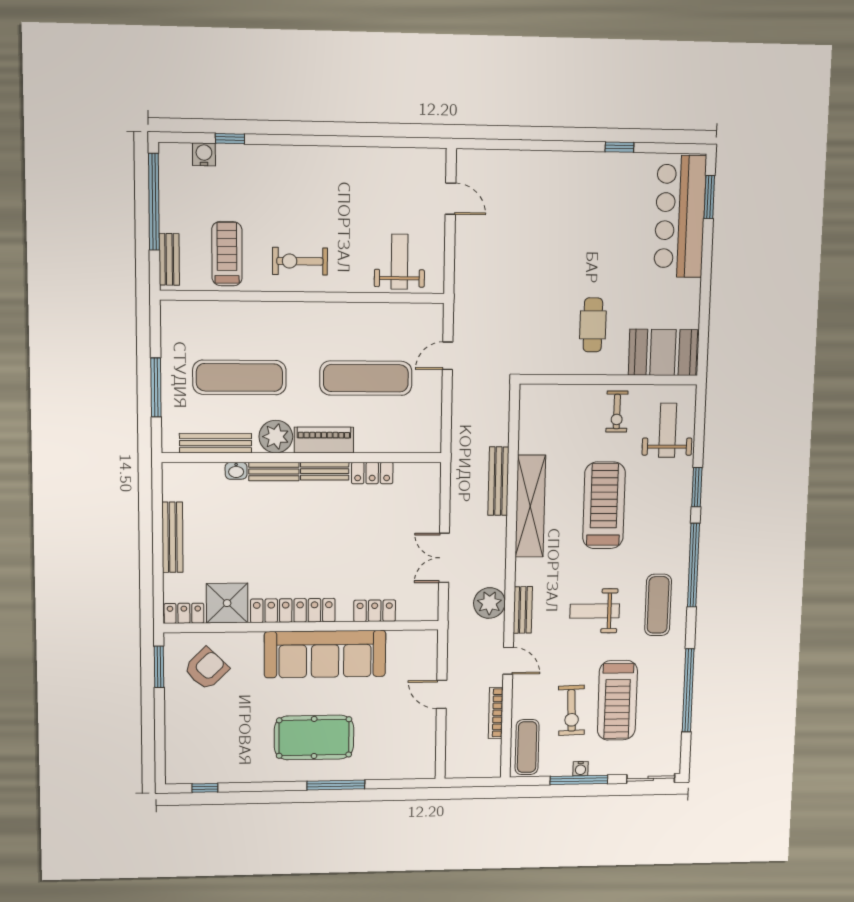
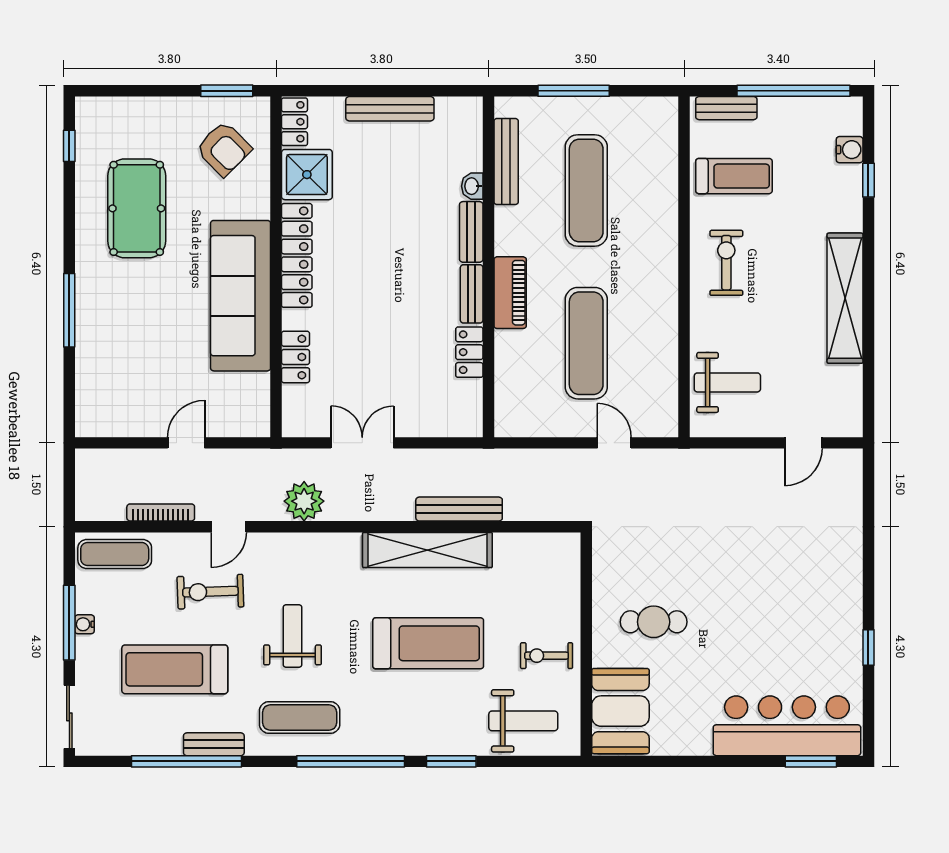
shelving: (330, 161) -> (845, 298), added
plant: (276, 437) -> (514, 234), removed
bench: (523, 610) -> (214, 744), moved
exercise bike: (572, 710) -> (210, 592), moved
pool table: (314, 737) -> (137, 208), moved

